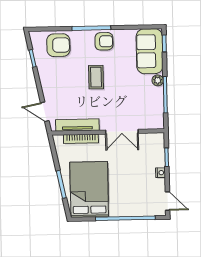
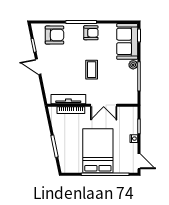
coffee table: (96, 77) -> (92, 70), moved
door: (45, 112) -> (38, 67), moved
bed: (89, 189) -> (98, 151), moved

